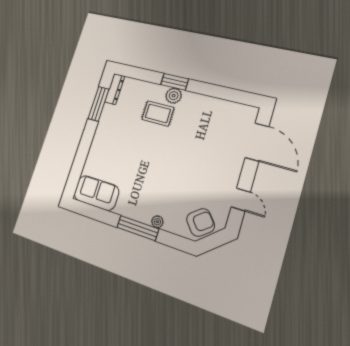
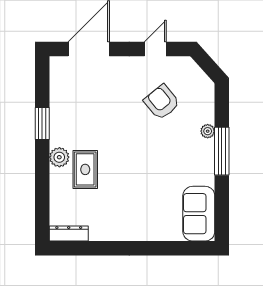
window: (175, 82) -> (42, 123), moved
window: (98, 104) -> (92, 248), removed
armchair: (201, 222) -> (162, 102), moved

